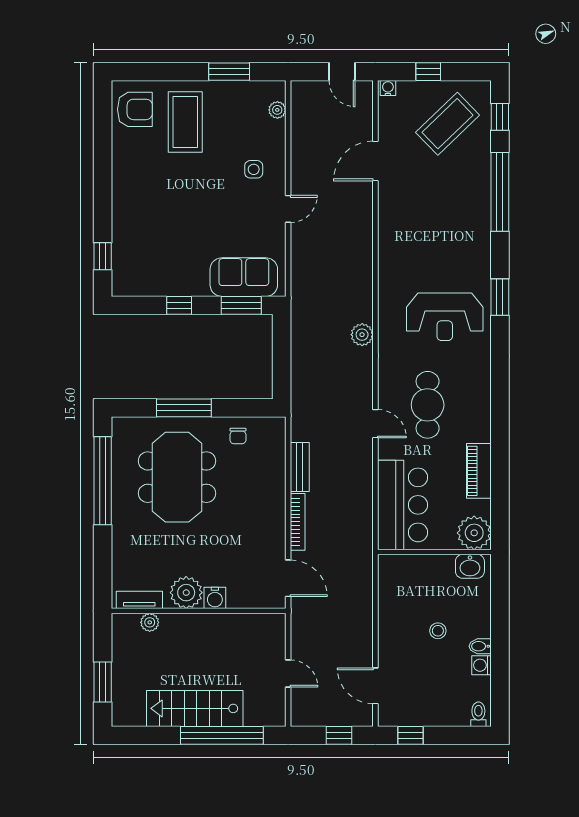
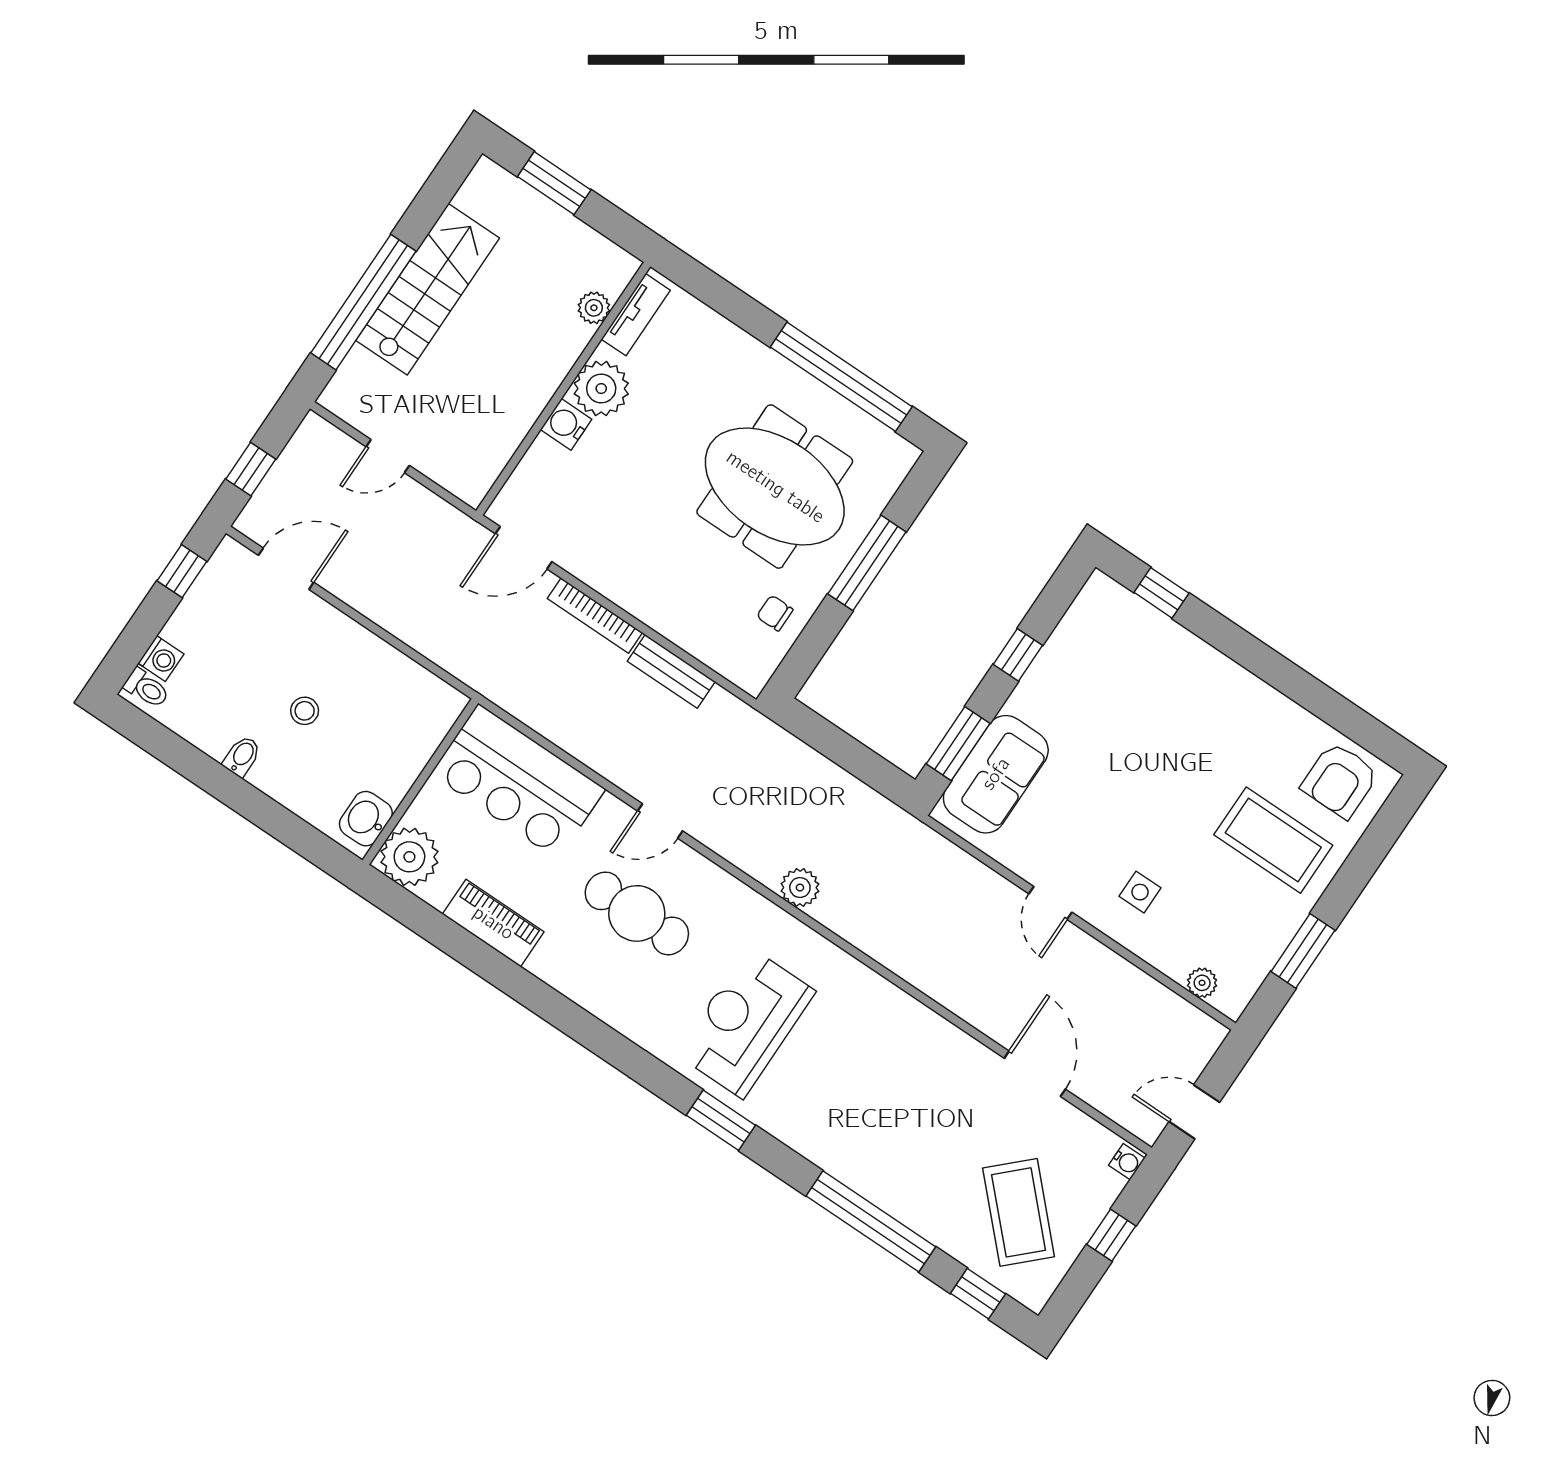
washing machine: (481, 665) -> (161, 659), moved, turned 90

